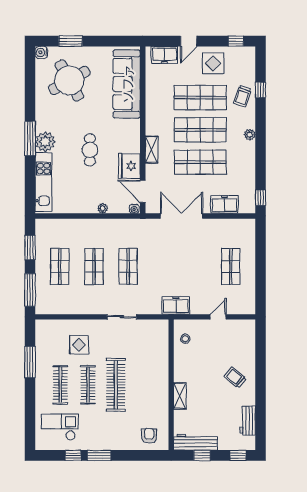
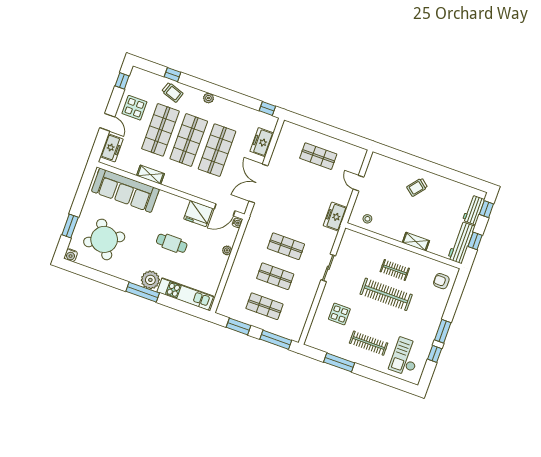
shelving: (151, 150) -> (150, 175), moved
clothes rail: (88, 385) -> (395, 270), moved, width x0.73
workbench: (248, 421) -> (474, 210), moved, turned 90

